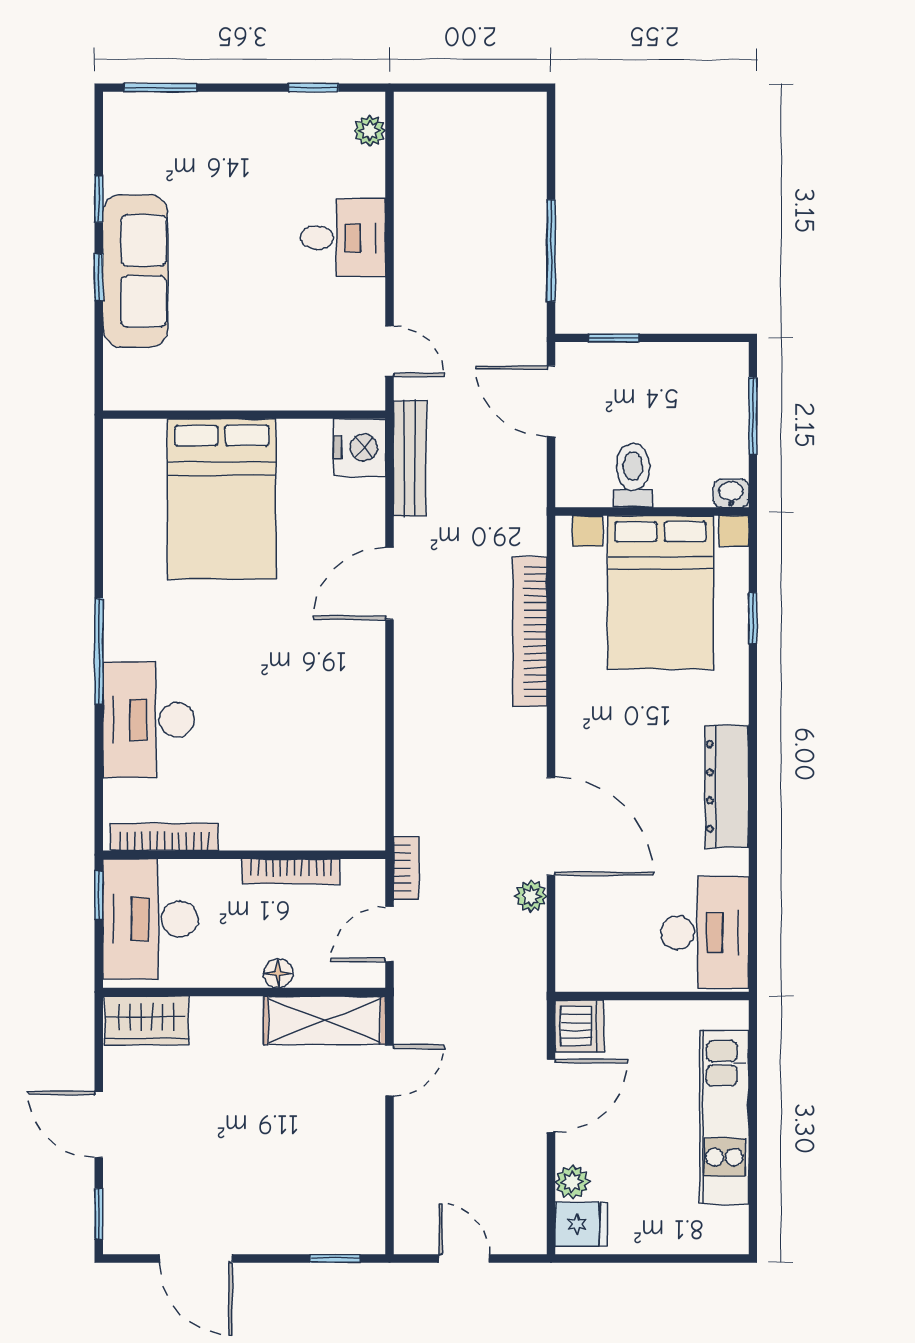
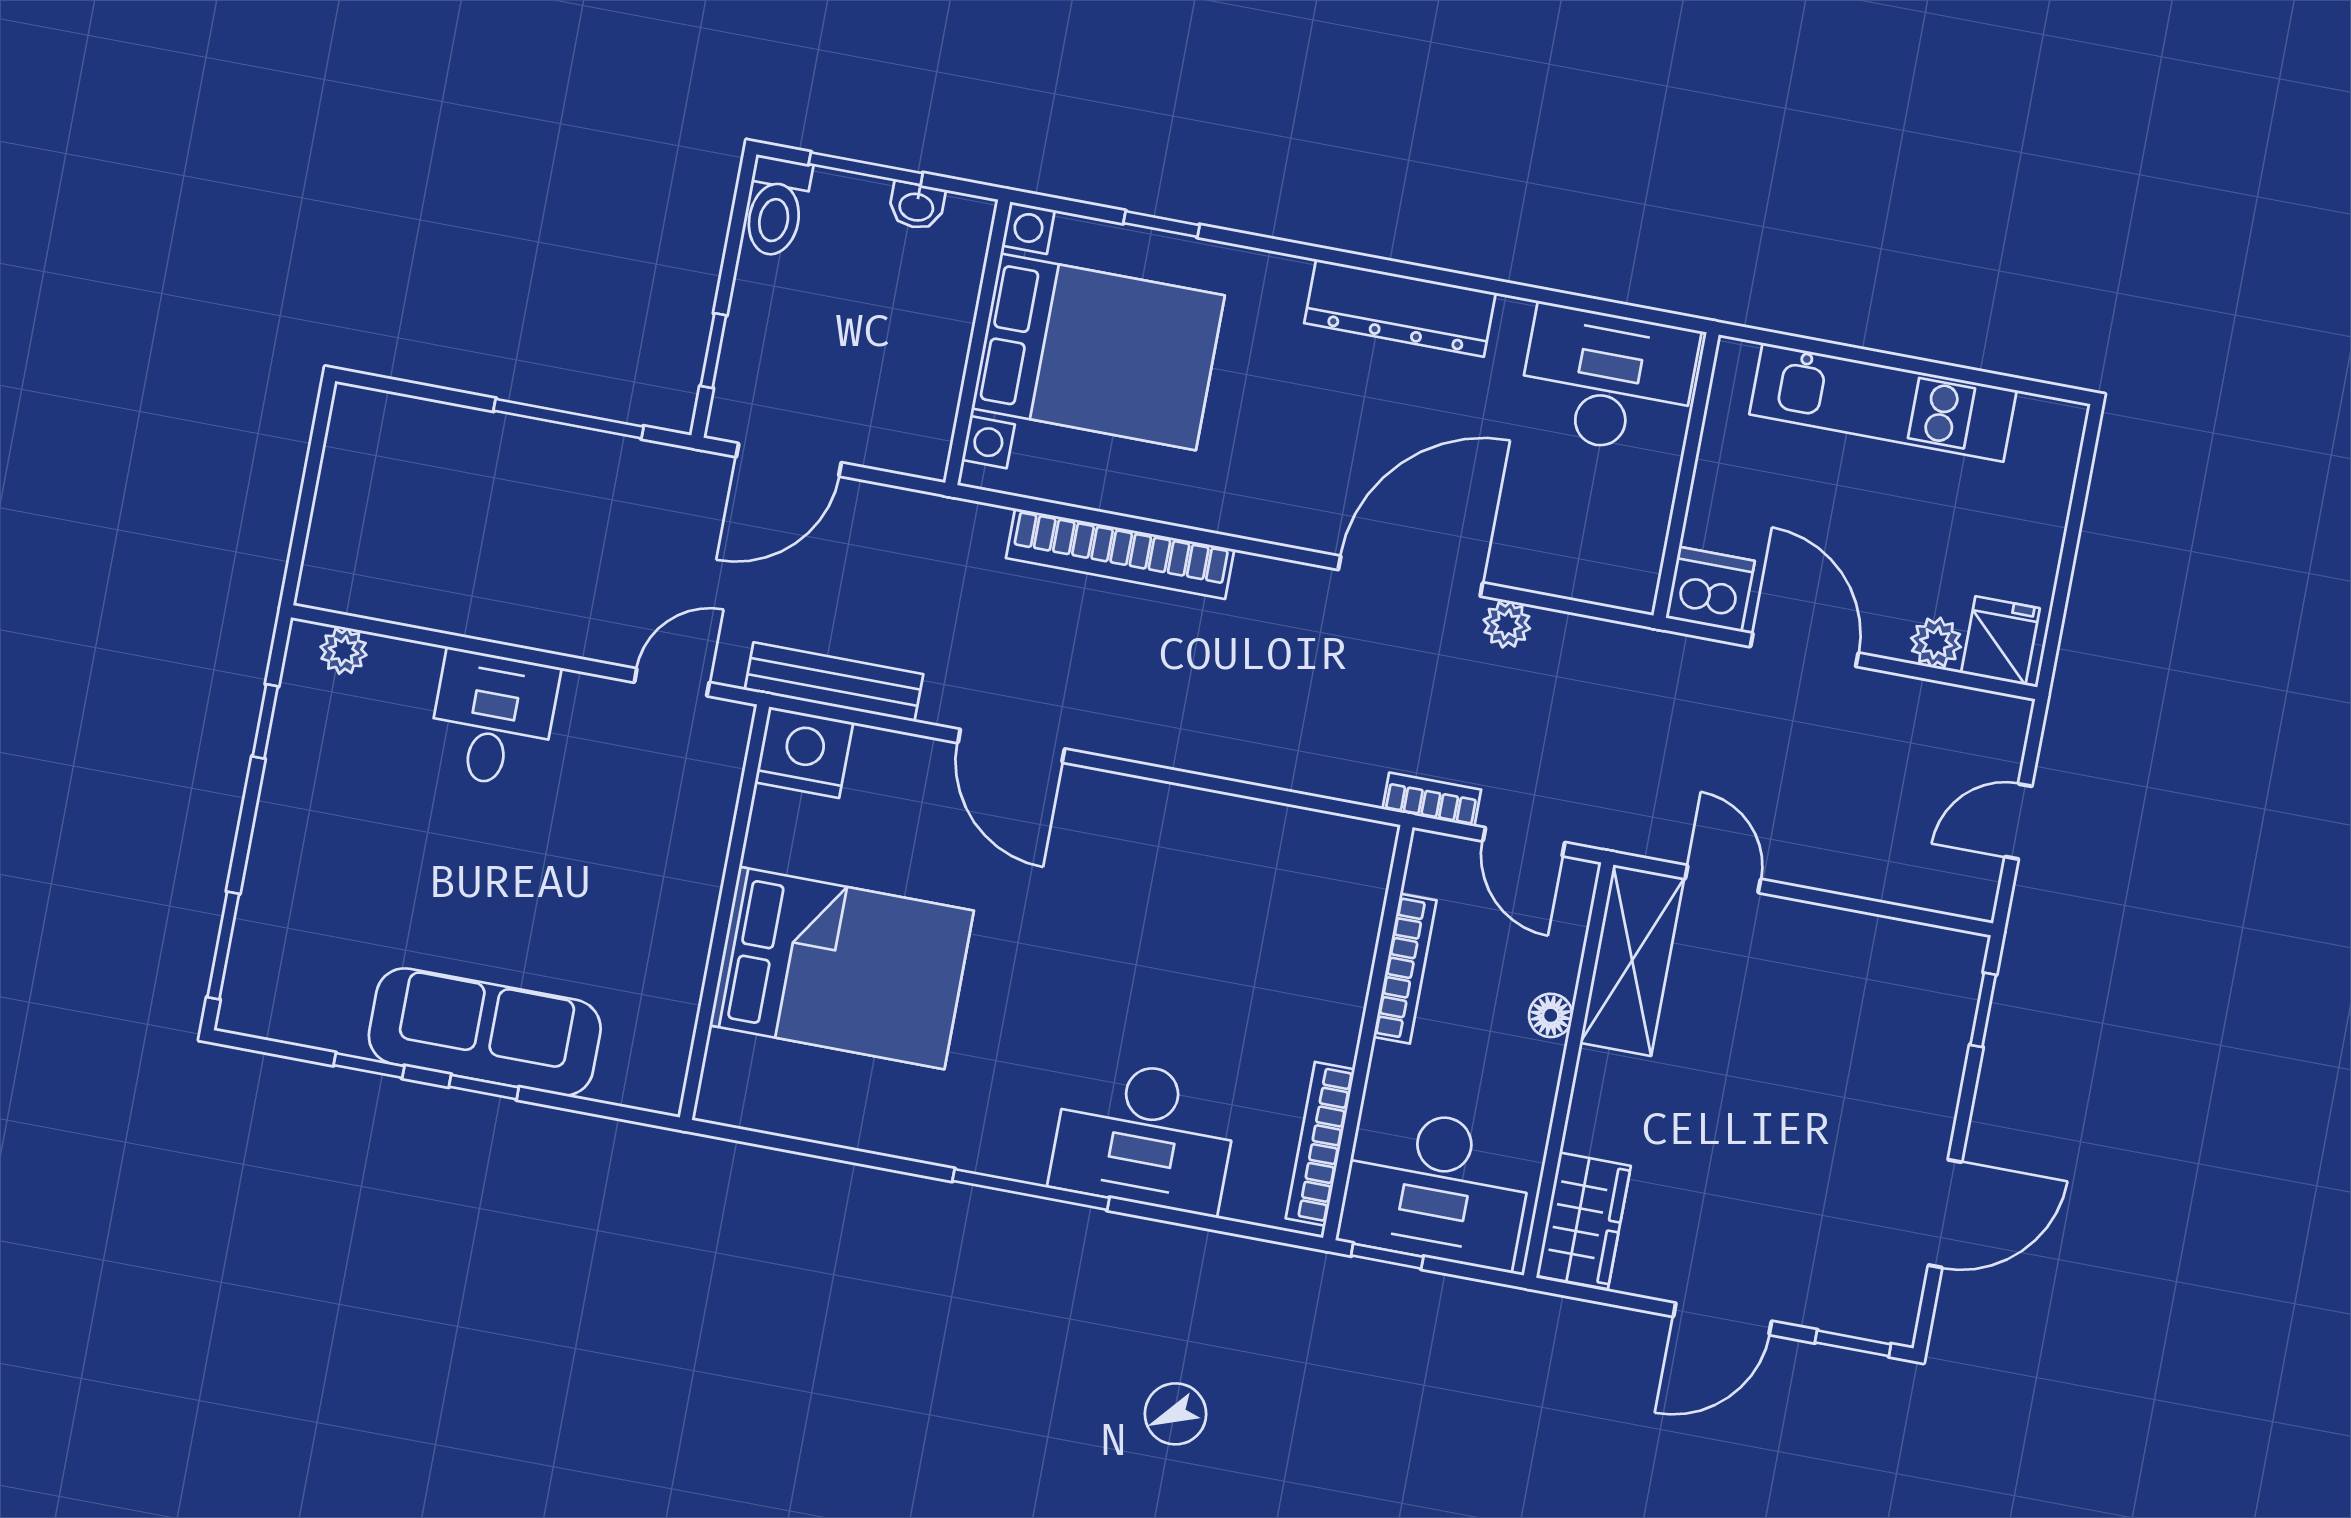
toilet: (633, 475) -> (776, 207), moved, turned -90
washbasin: (731, 493) -> (917, 206), moved, turned -90

